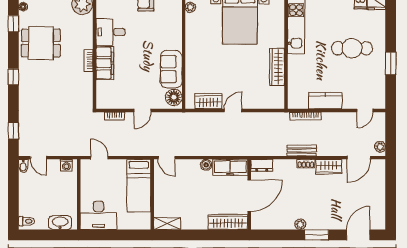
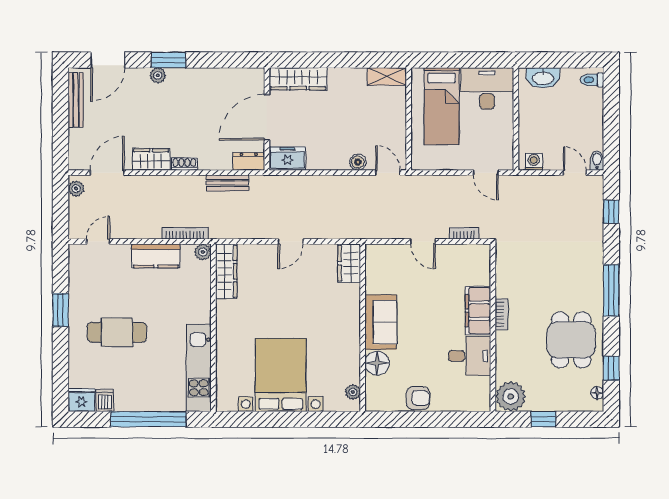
dining table: (41, 43) -> (571, 340), turned 90
wardrobe: (277, 67) -> (226, 271), moved
sofa: (171, 69) -> (381, 322), moved
window: (13, 77) -> (611, 290), width x2.17
floor lamp: (174, 97) -> (377, 363), moved
wardrobe: (208, 101) -> (349, 263), moved, turned 90
plant: (293, 103) -> (203, 252), added
door: (142, 110) -> (423, 241), swing flipped
bench: (302, 151) -> (228, 183), moved
boiler: (206, 165) -> (358, 162), moved
freezer: (230, 167) -> (287, 158), width x0.71
bed: (139, 186) -> (442, 106), moved, turned 180
bench: (380, 207) -> (76, 100), added
plant: (300, 224) -> (158, 75), moved

